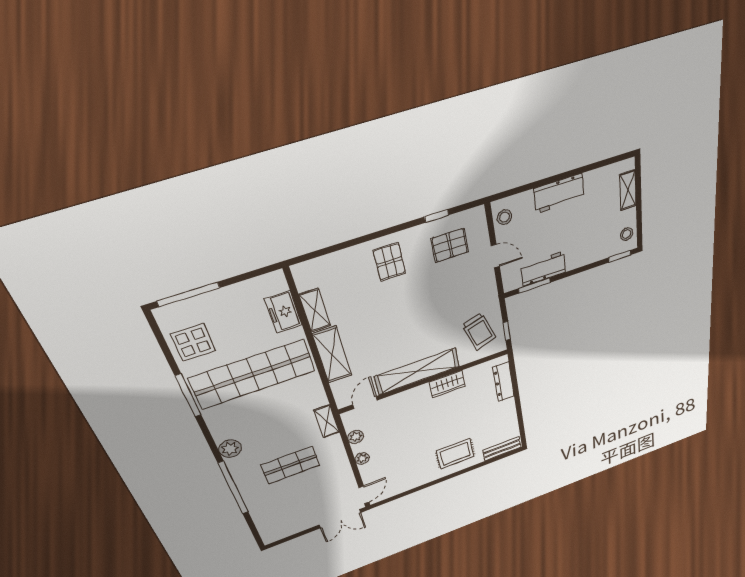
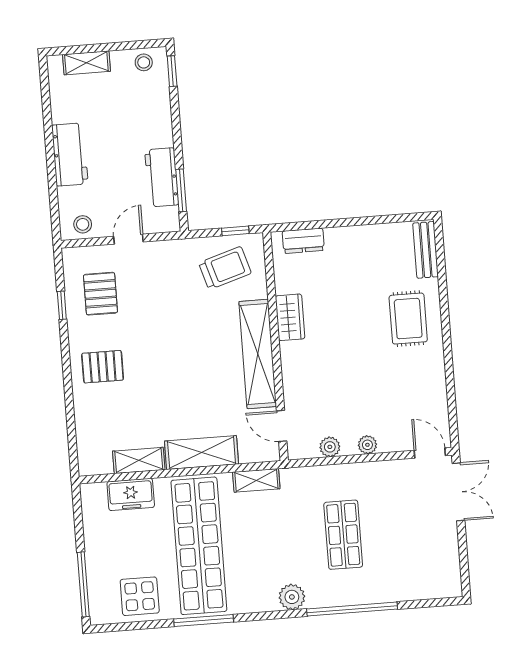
dresser: (504, 382) -> (303, 241), width x0.70
shelving: (327, 421) -> (256, 480), moved

